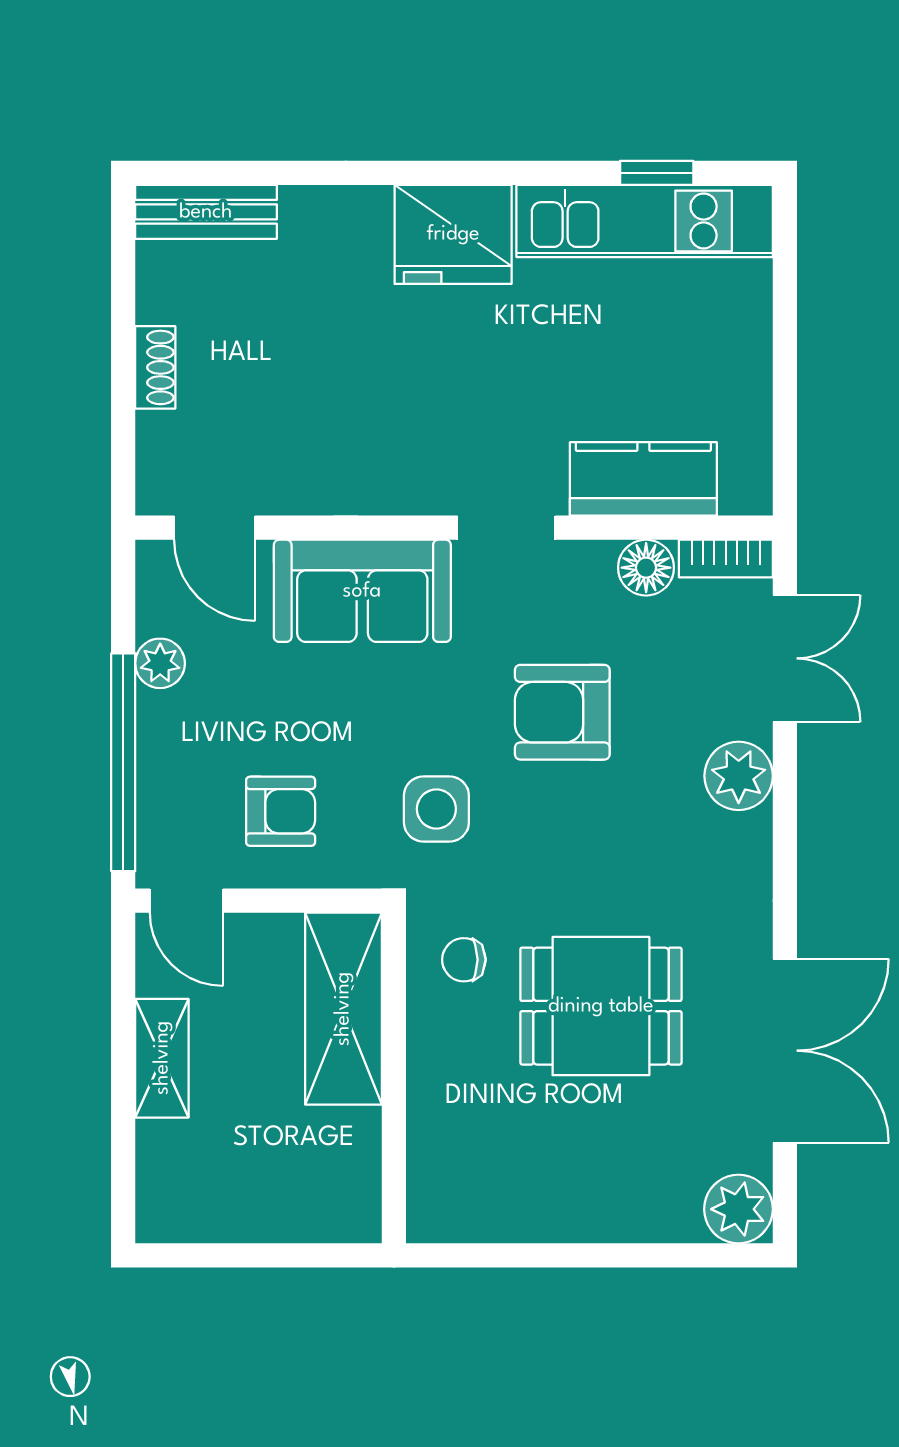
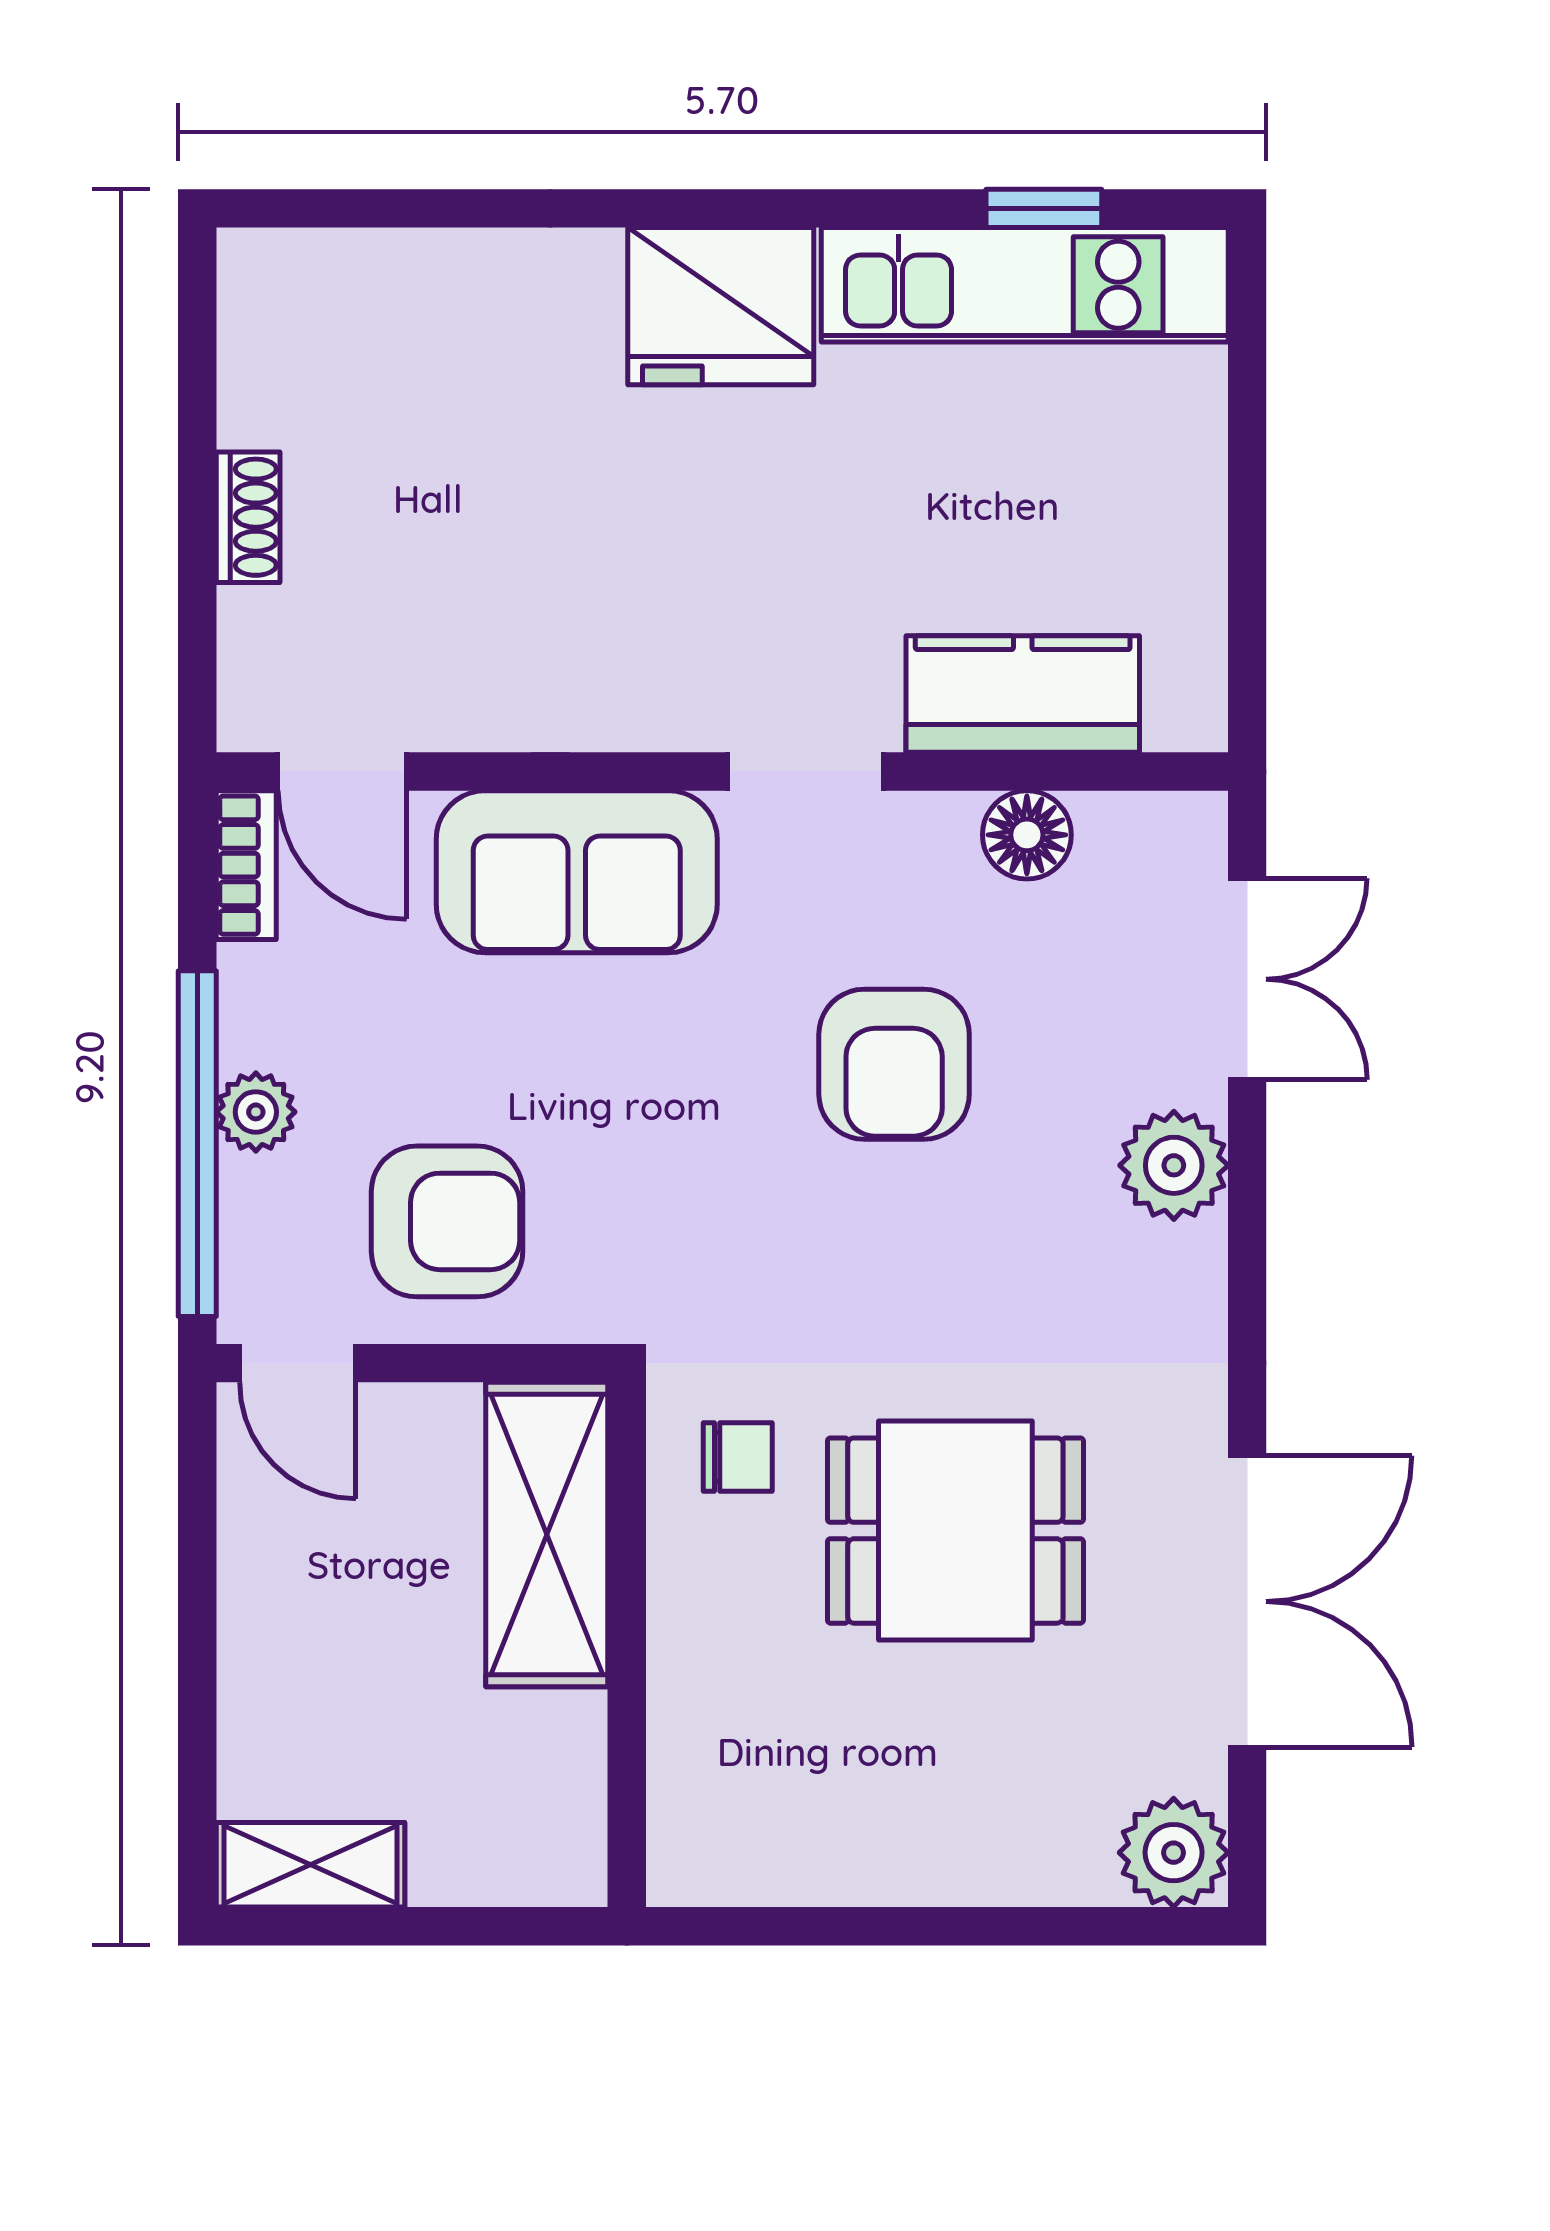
bench: (206, 212) -> (329, 270), removed
bookcase: (726, 558) -> (246, 865), moved, turned -90
plant: (160, 663) -> (256, 1112), moved
armchair: (562, 712) -> (894, 1064), turned -90
side table: (436, 809) -> (694, 1218), removed
armchair: (281, 811) -> (447, 1221), width x1.38, depth x1.38
chair: (464, 960) -> (738, 1457), turned 180
shelving: (162, 1058) -> (310, 1865), moved, turned 90

